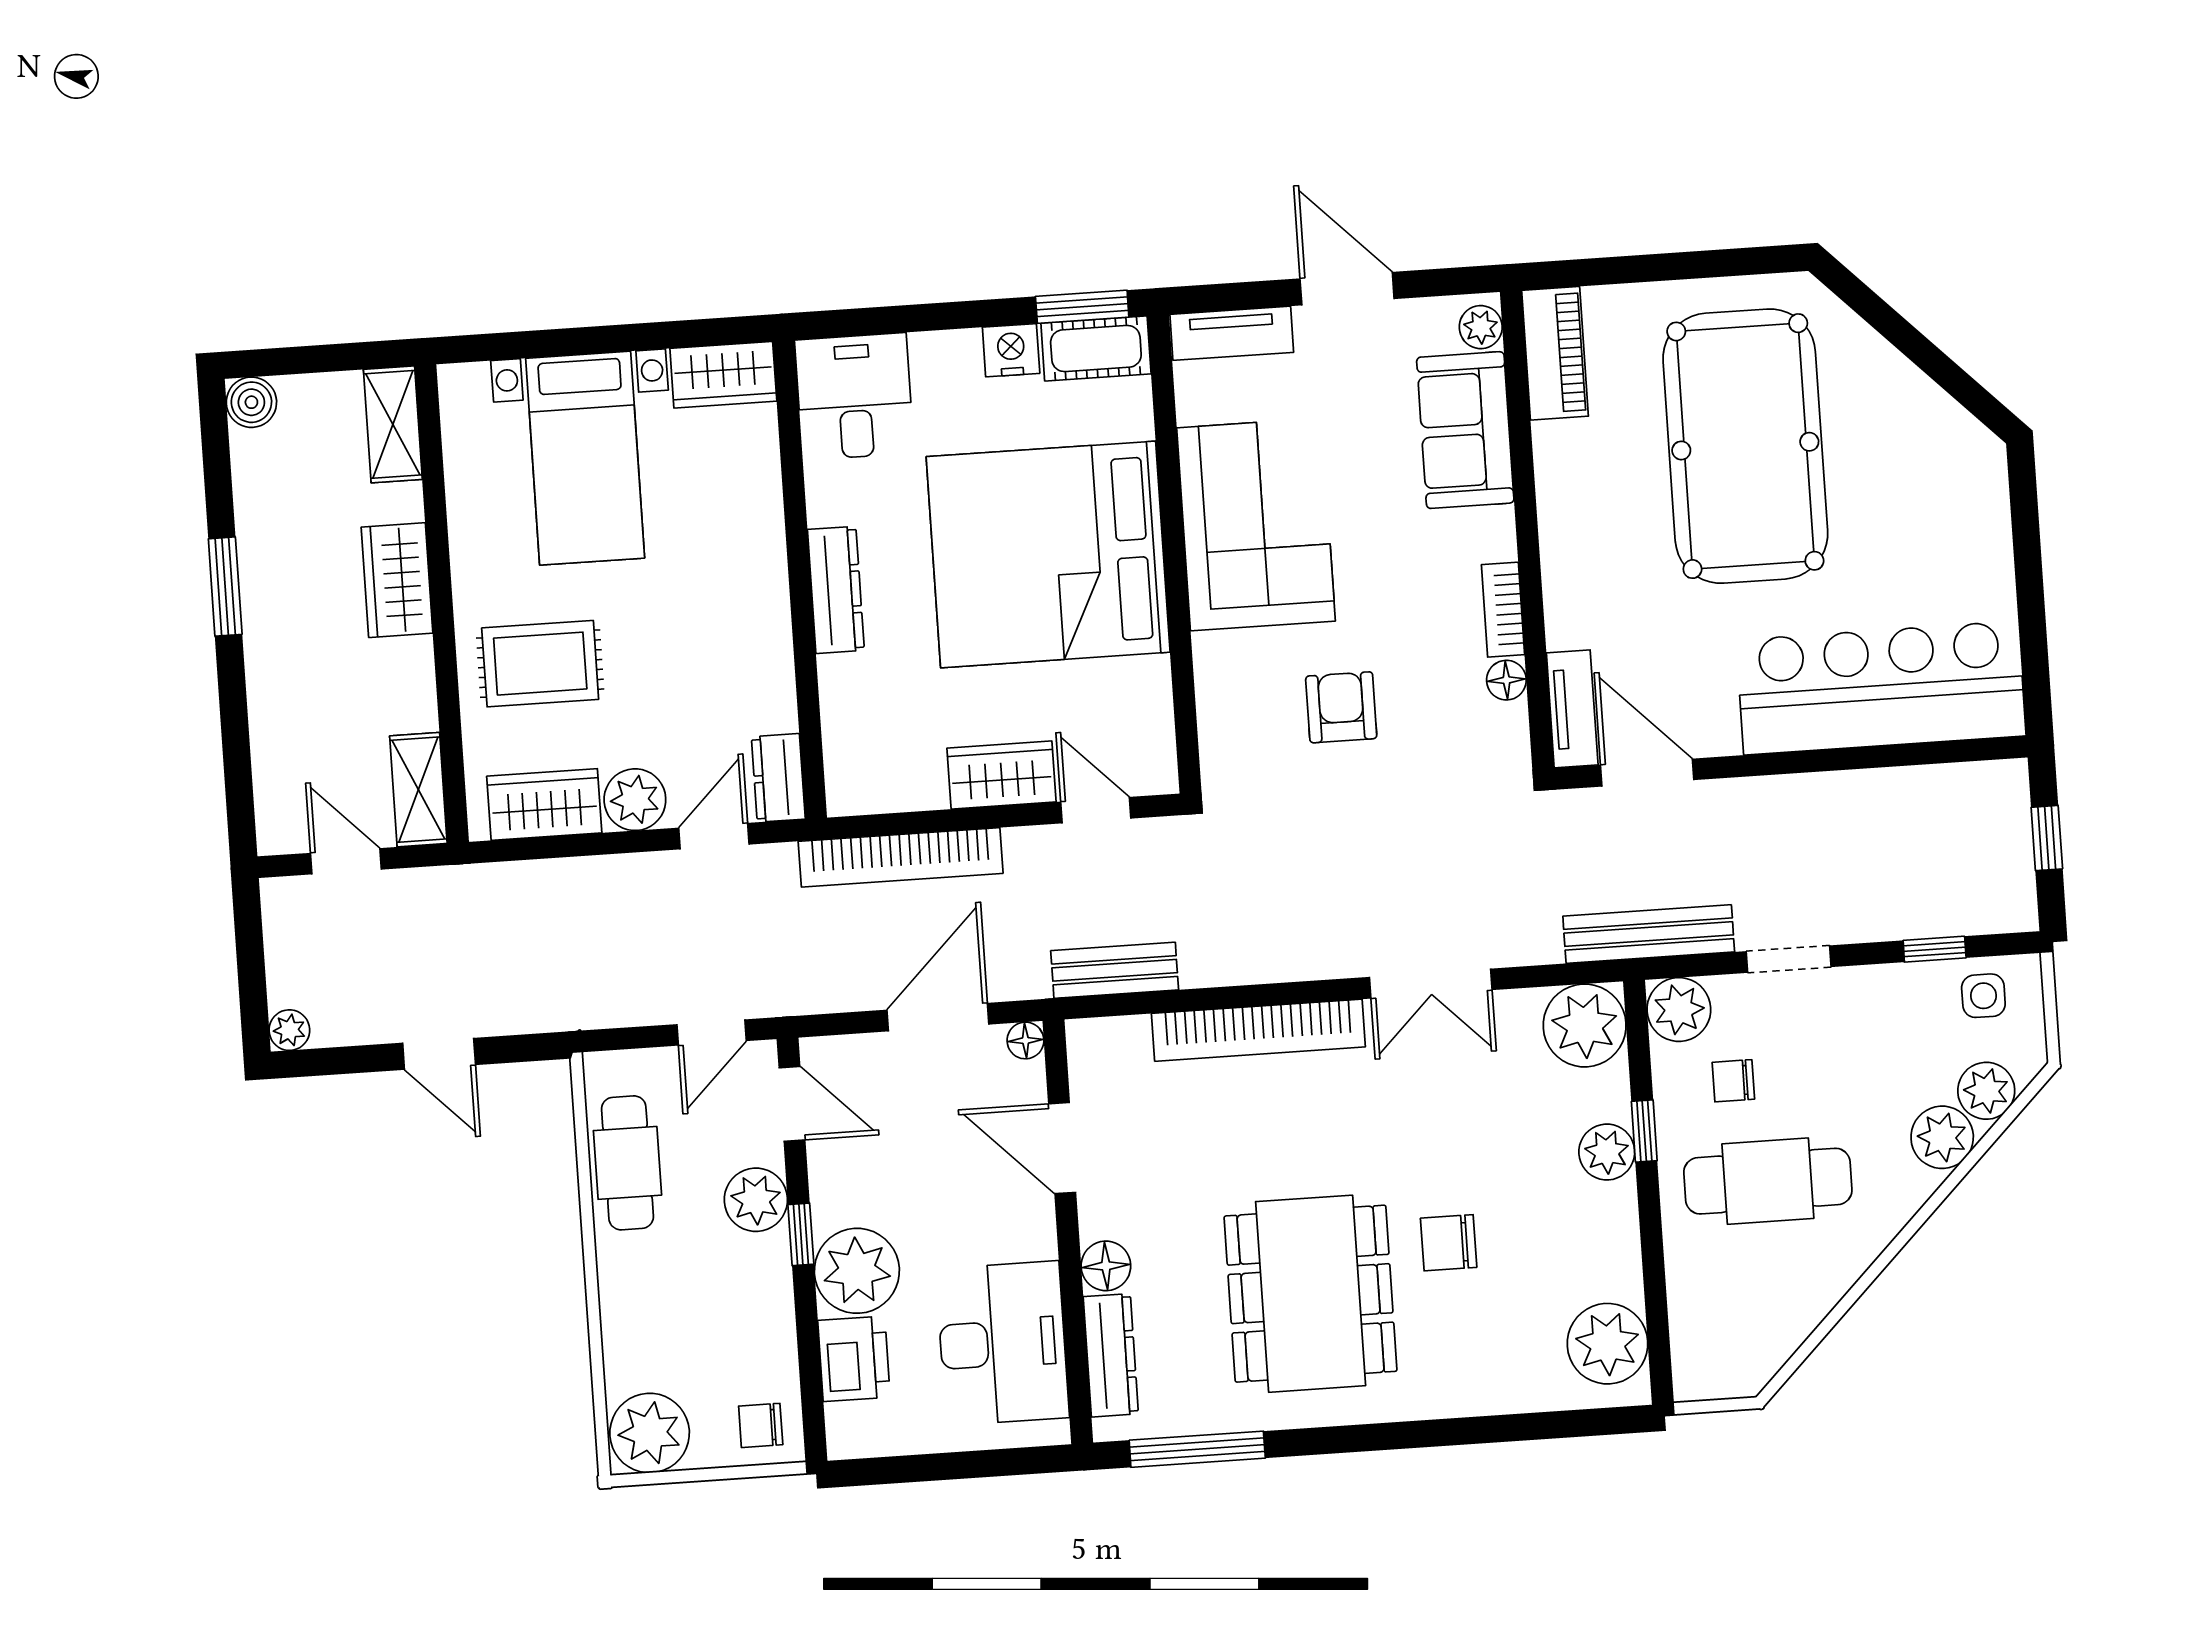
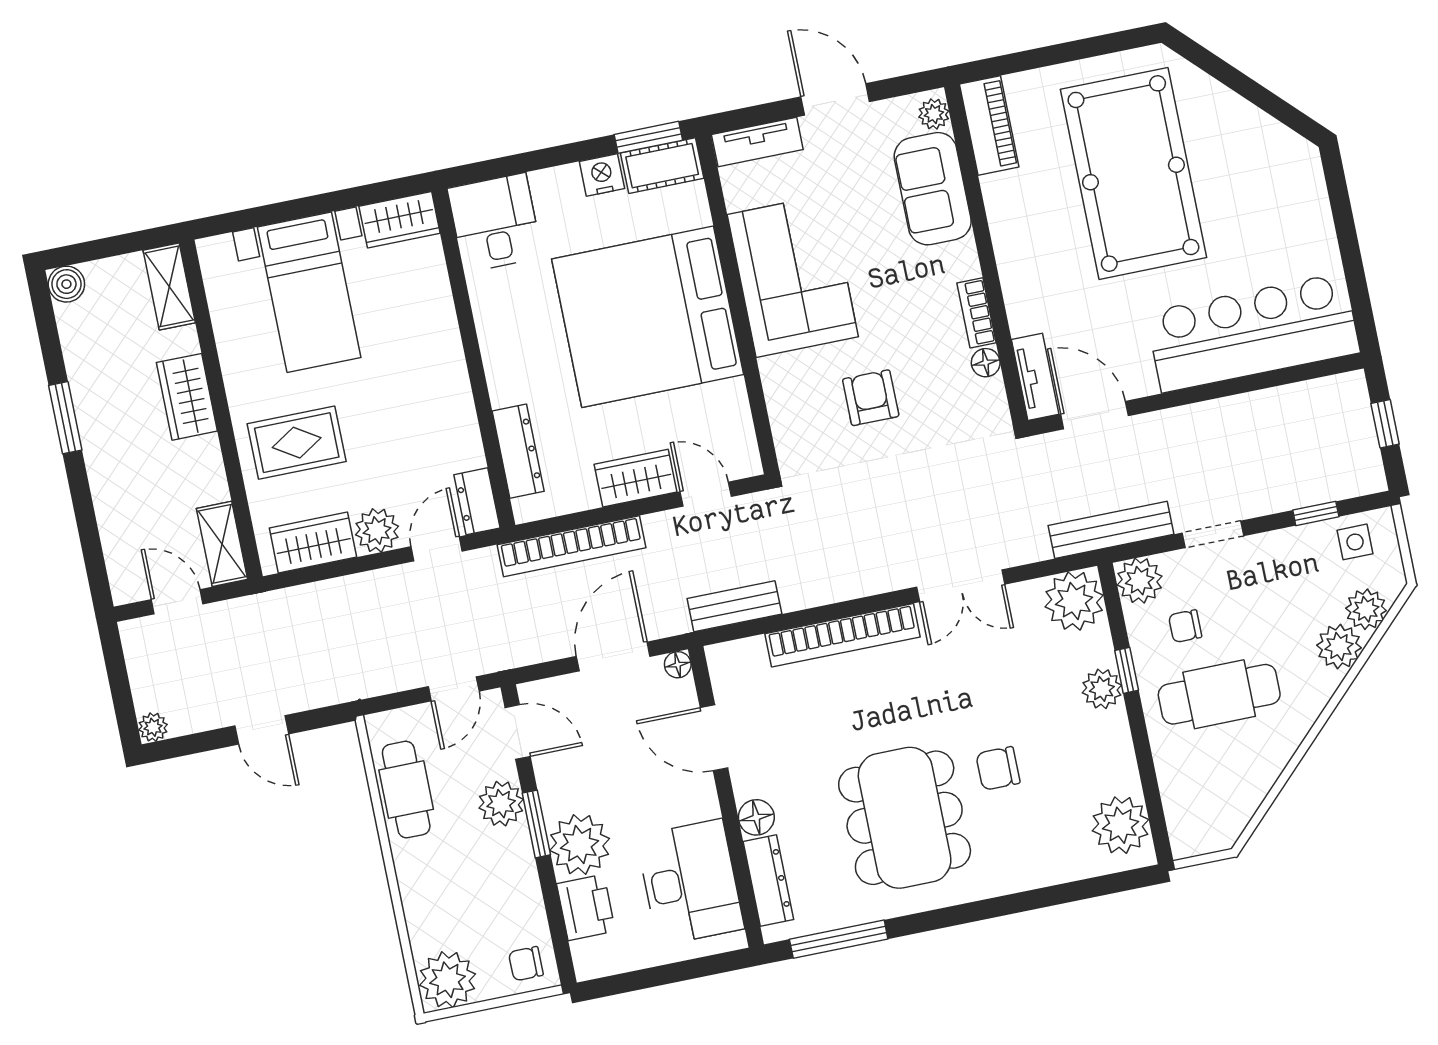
dresser: (836, 590) -> (518, 451), moved
window: (801, 1234) -> (536, 824), width x1.50

